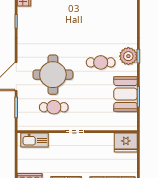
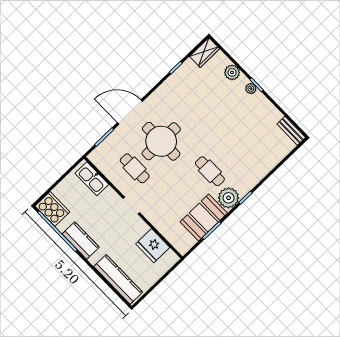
plant: (128, 56) -> (229, 198), moved
fridge: (126, 142) -> (153, 246), moved

